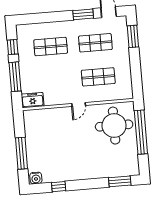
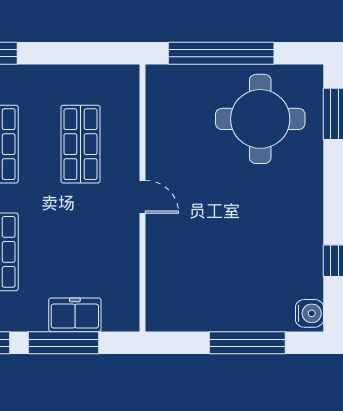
freezer: (33, 100) -> (75, 315), moved, turned 90
round table: (114, 126) -> (260, 119), moved

